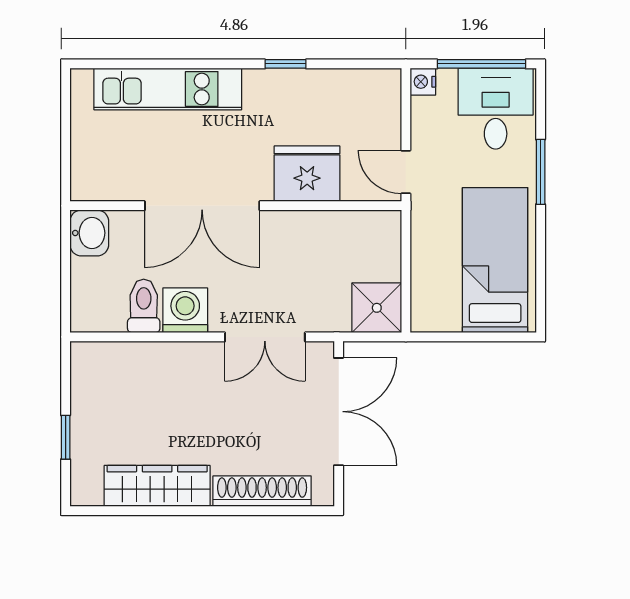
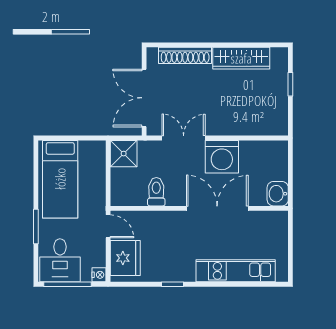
fridge: (307, 174) -> (125, 258), moved, turned -90
toilet: (144, 306) -> (156, 192), moved, turned 180
washing machine: (185, 310) -> (222, 157), width x1.37, depth x1.37

